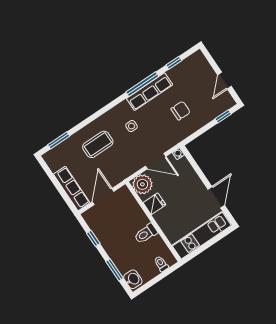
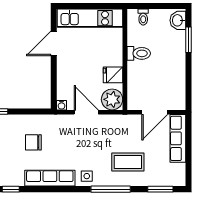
window: (142, 84) -> (111, 189), moved
side table: (131, 126) -> (87, 176), moved
window: (93, 238) -> (189, 81), removed

